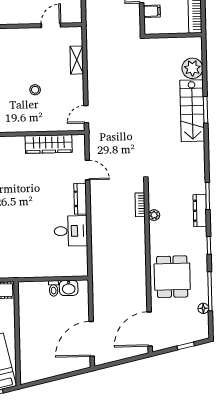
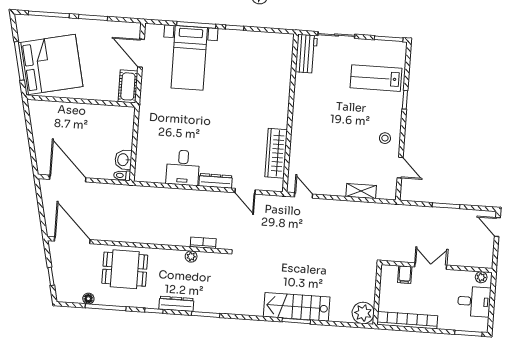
plant: (192, 68) -> (363, 313), moved
stool: (35, 90) -> (385, 138), moved
door: (87, 170) -> (245, 191), hinge flipped
dresser: (200, 211) -> (176, 304), moved
toilet: (54, 288) -> (122, 176), moved

